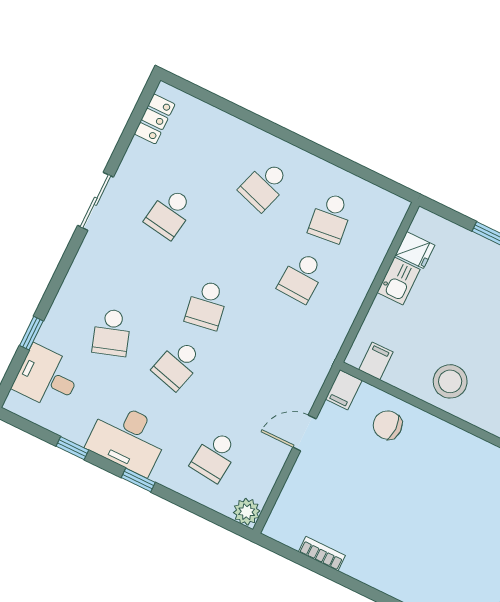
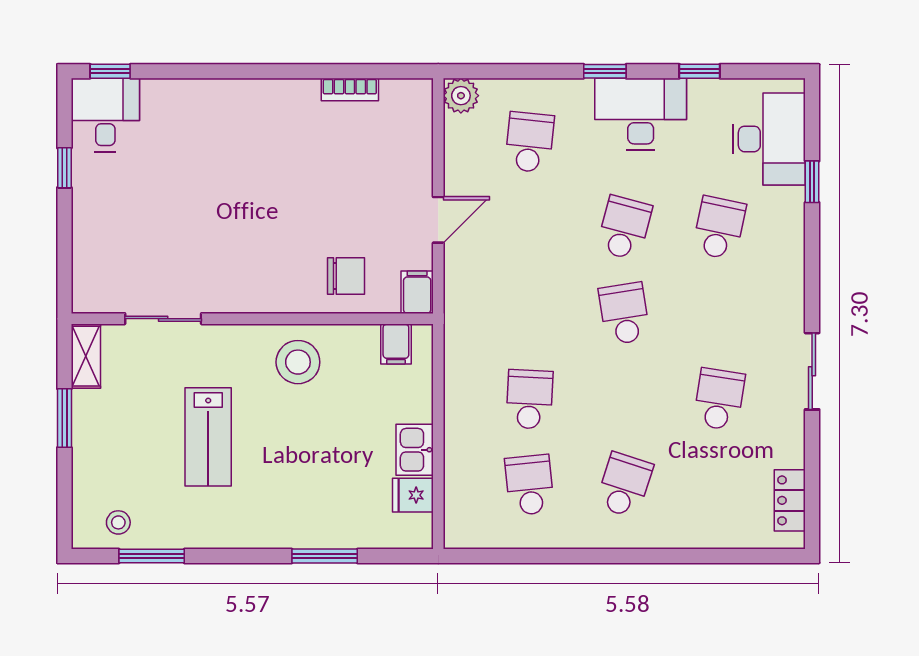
school desk: (112, 332) -> (719, 228), turned 30
desk: (47, 378) -> (769, 139), width x1.37

